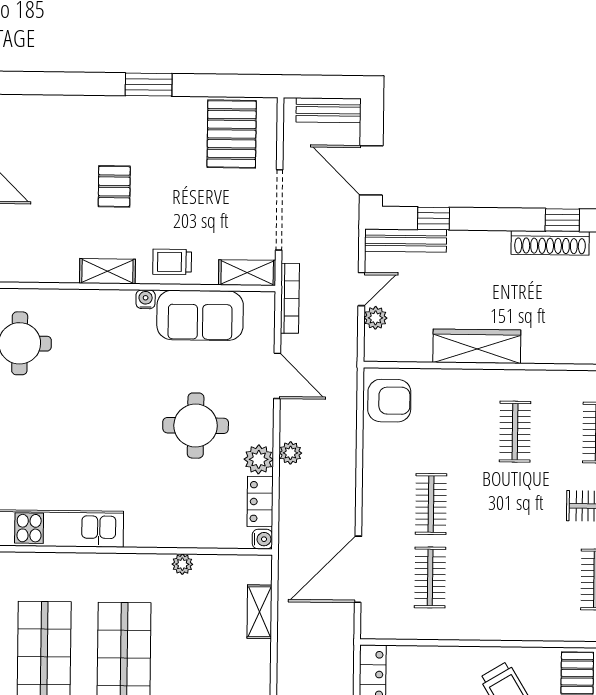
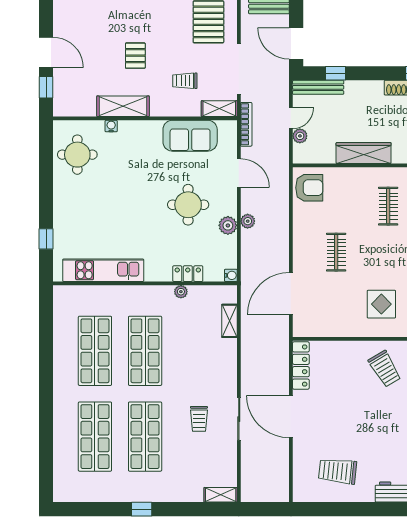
trolley: (172, 262) -> (185, 81), moved
shelving: (107, 271) -> (123, 106), width x1.50, depth x1.33
water cooler: (146, 299) -> (111, 126), moved
locker: (260, 502) -> (188, 274), moved, turned 90
clothes rail: (430, 577) -> (336, 298), removed
display table: (502, 588) -> (381, 304), added

